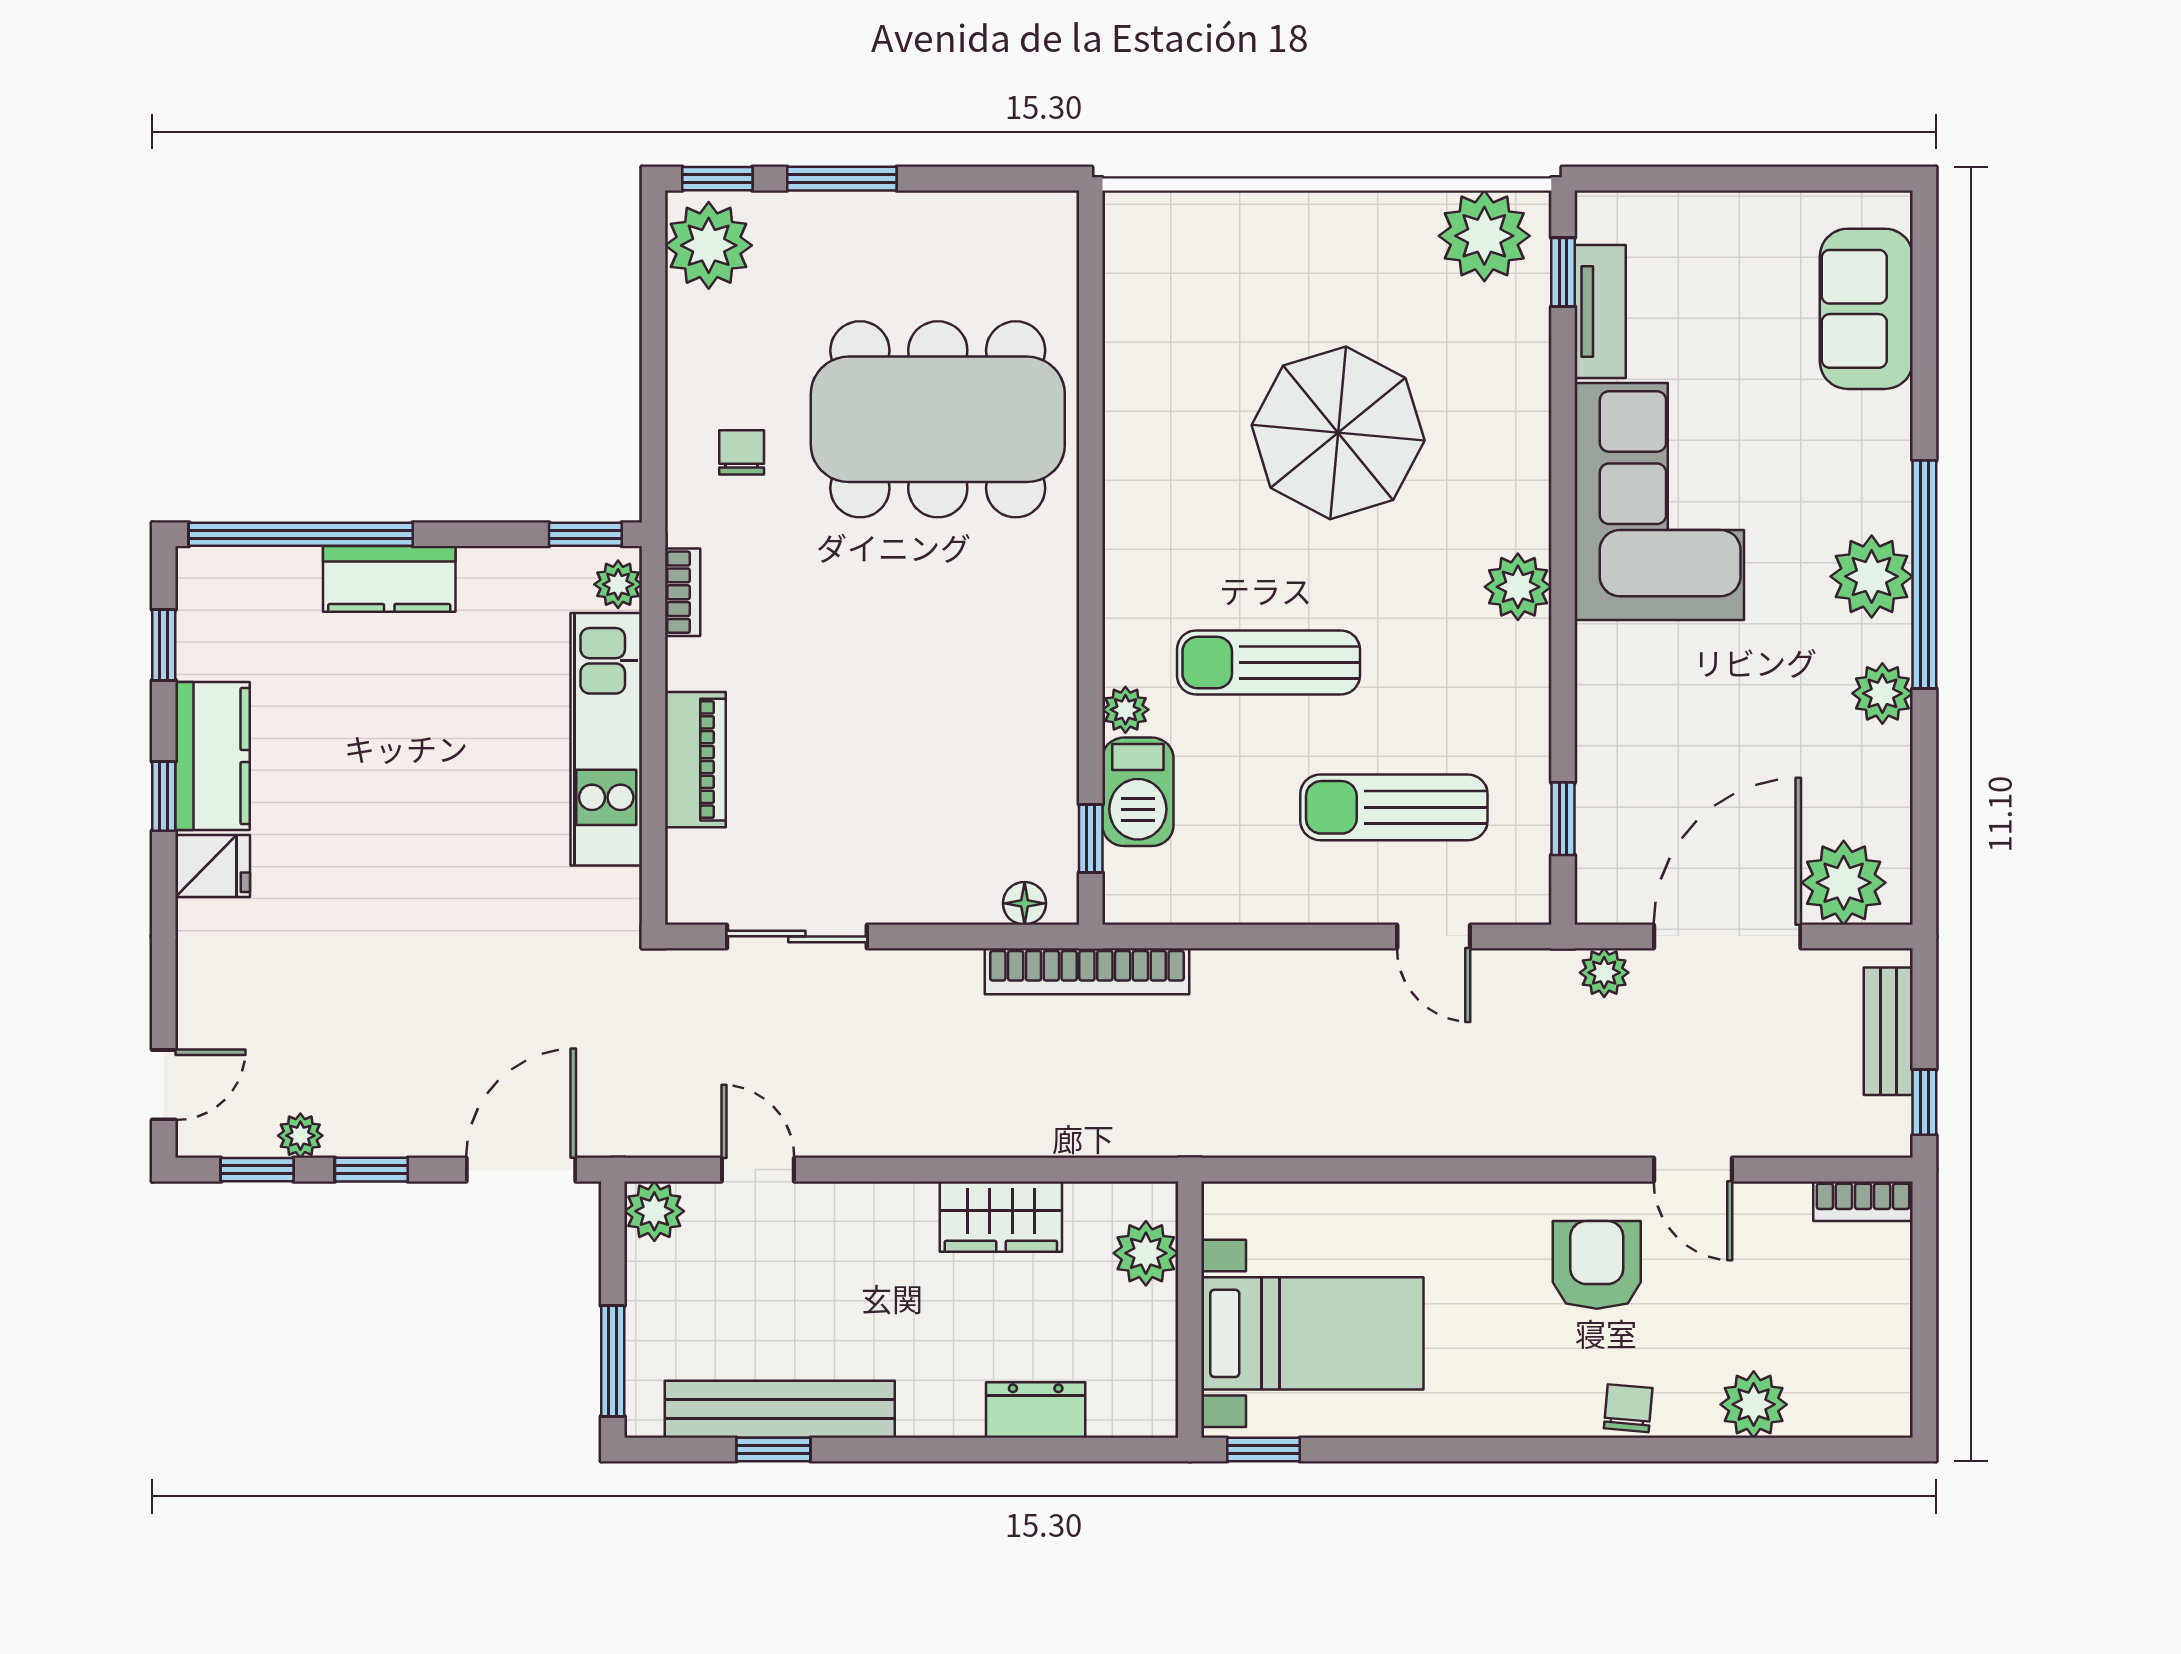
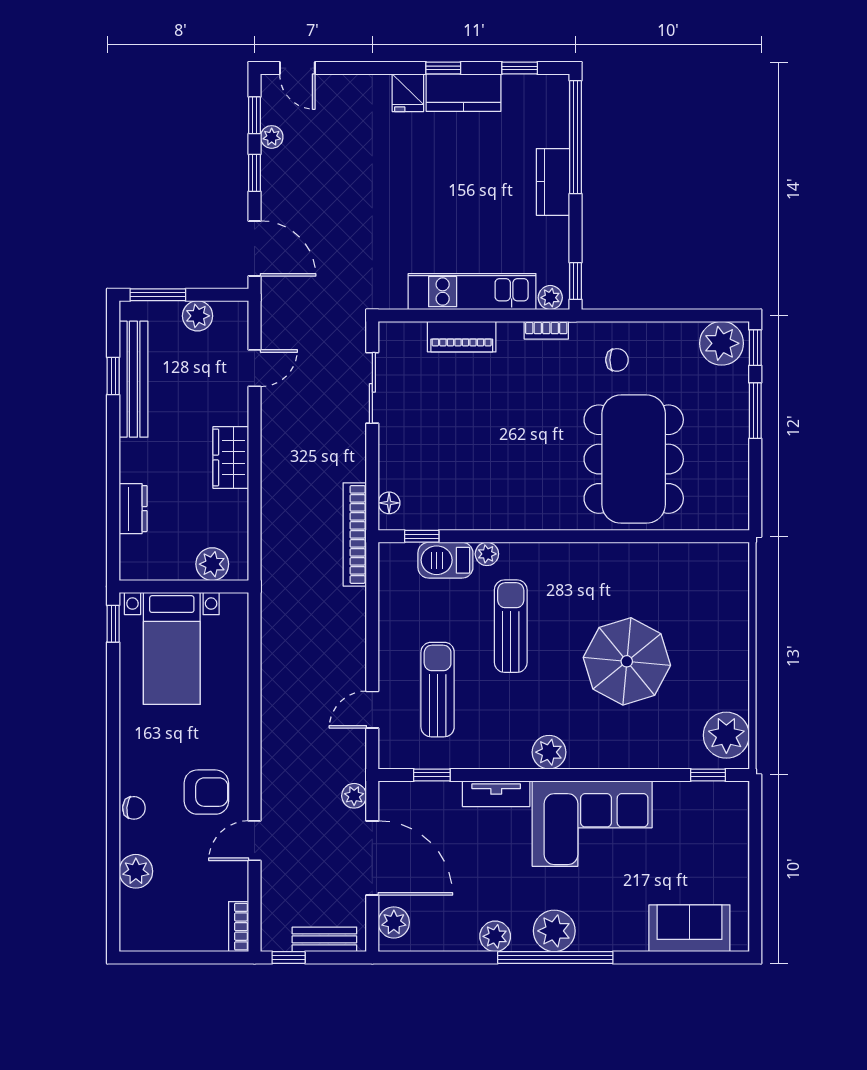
tv unit: (1600, 312) -> (496, 794), moved
plant: (1844, 883) -> (394, 922), width x0.73, depth x0.73
plant: (654, 1211) -> (198, 316), moved
wardrobe: (1001, 1217) -> (231, 458), moved

